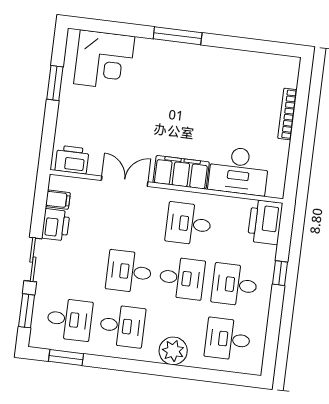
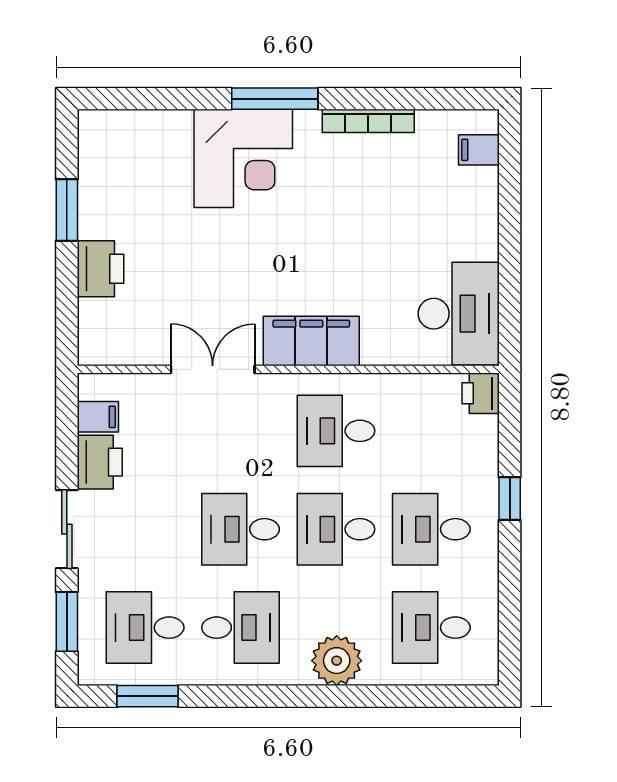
corner desk: (104, 60) -> (243, 158), moved
filing cabinet: (287, 78) -> (479, 150), added
bookcase: (287, 114) -> (368, 121), moved, turned -90
printer: (72, 160) -> (101, 269), moved, turned 90
desk: (239, 171) -> (459, 314), moved, turned -90
printer: (265, 222) -> (481, 393), width x0.53, depth x0.68
desk: (182, 278) -> (336, 529), turned 180
desk: (69, 319) -> (145, 628), turned 180

